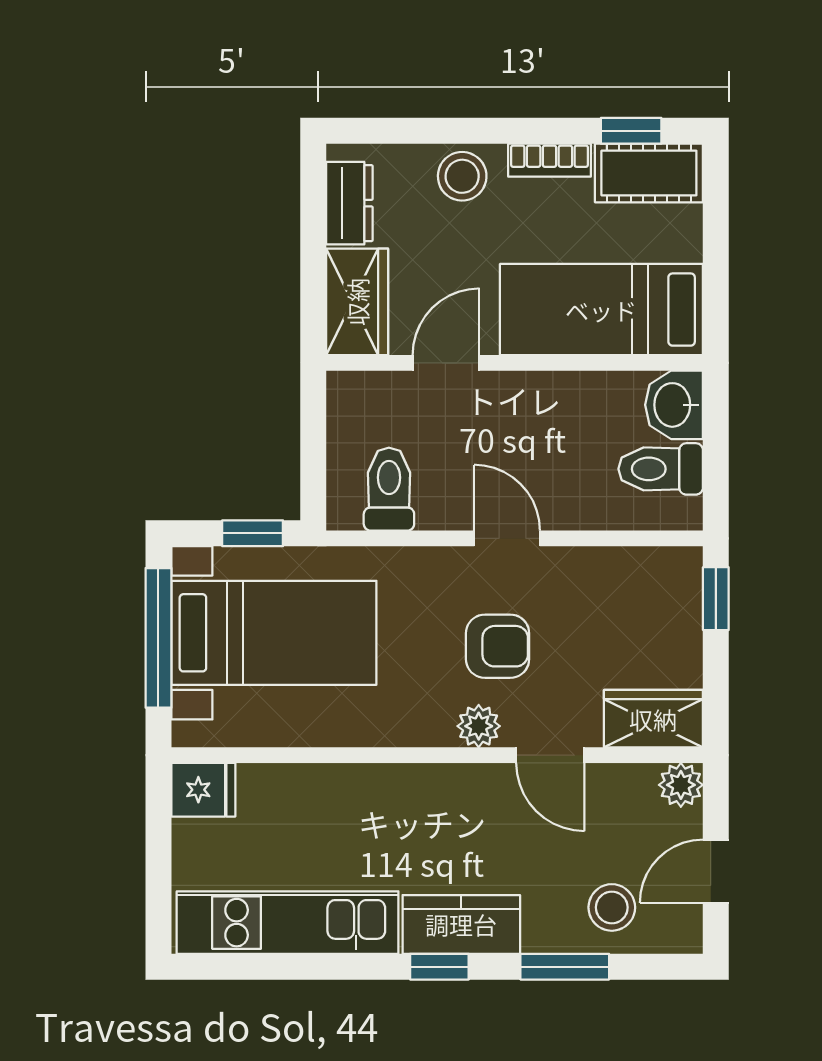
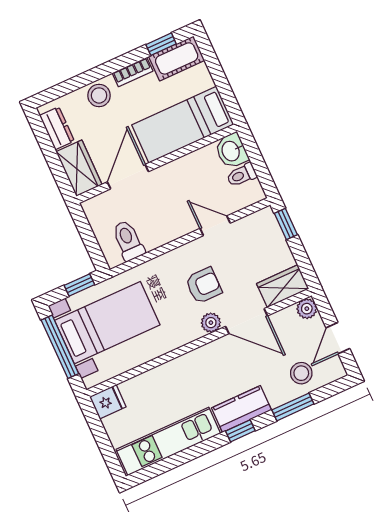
door: (446, 363) -> (128, 177), width x1.38
toilet: (661, 469) -> (242, 175), width x0.73, depth x0.72
door: (507, 538) -> (215, 226), moved
door: (550, 755) -> (246, 321), width x1.38

